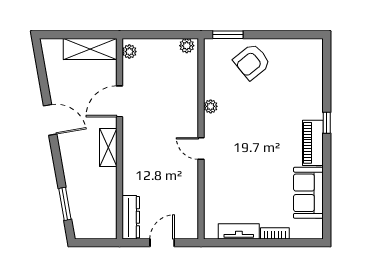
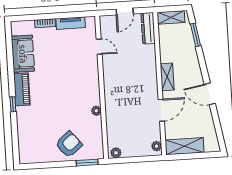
door: (201, 148) -> (99, 47), moved
shelving: (98, 231) -> (171, 17), added

